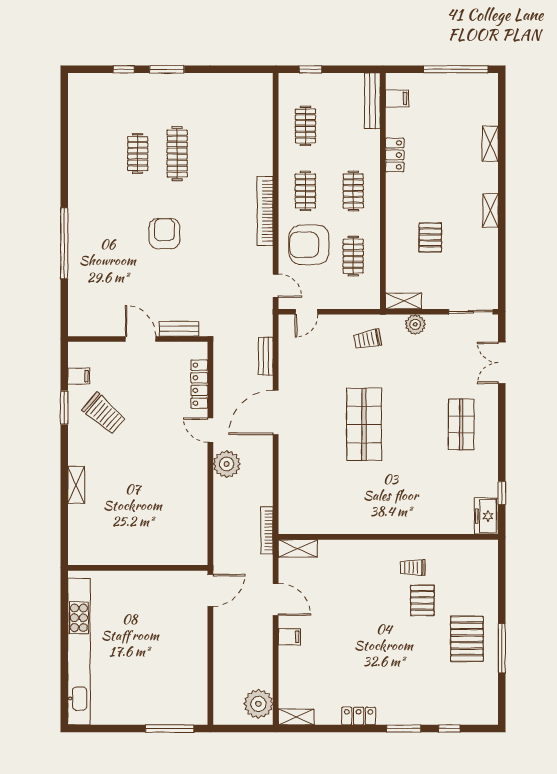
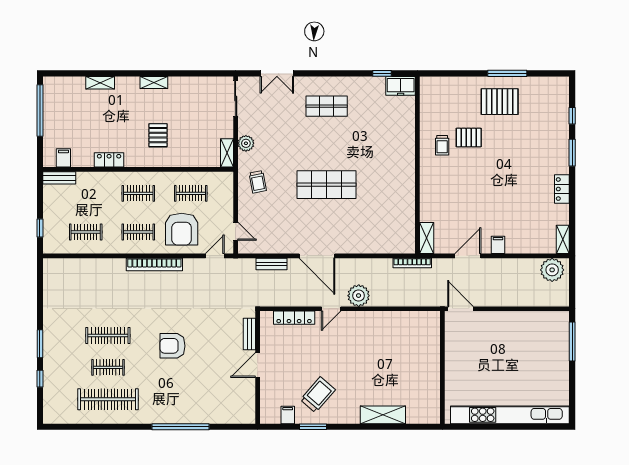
bench: (372, 101) -> (59, 178), width x0.73
clothes rail: (98, 154) -> (108, 399), added
pallet: (430, 237) -> (158, 135), moved, turned 90
shelving: (76, 485) -> (383, 415), width x1.50, depth x1.33

